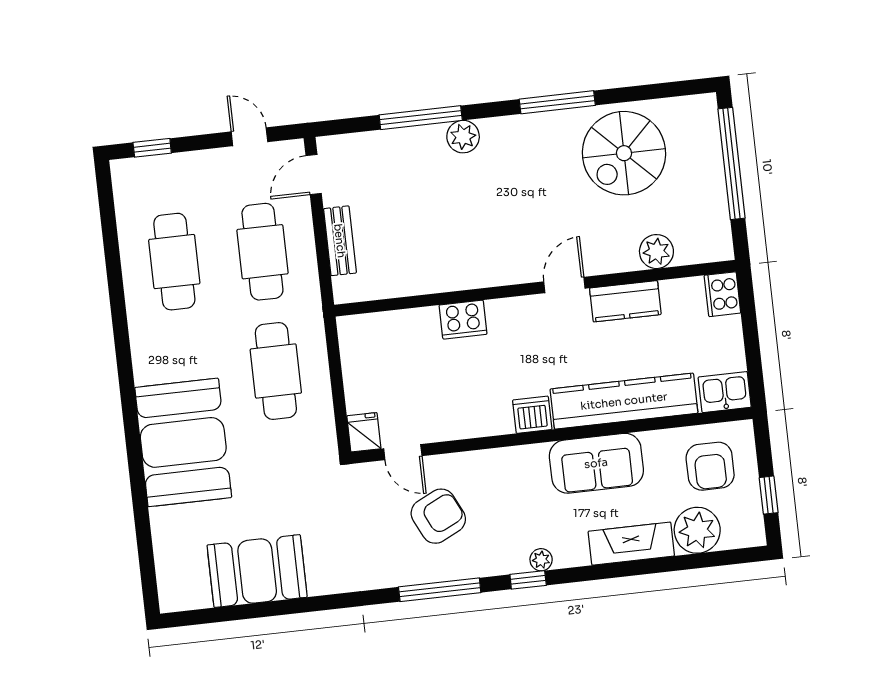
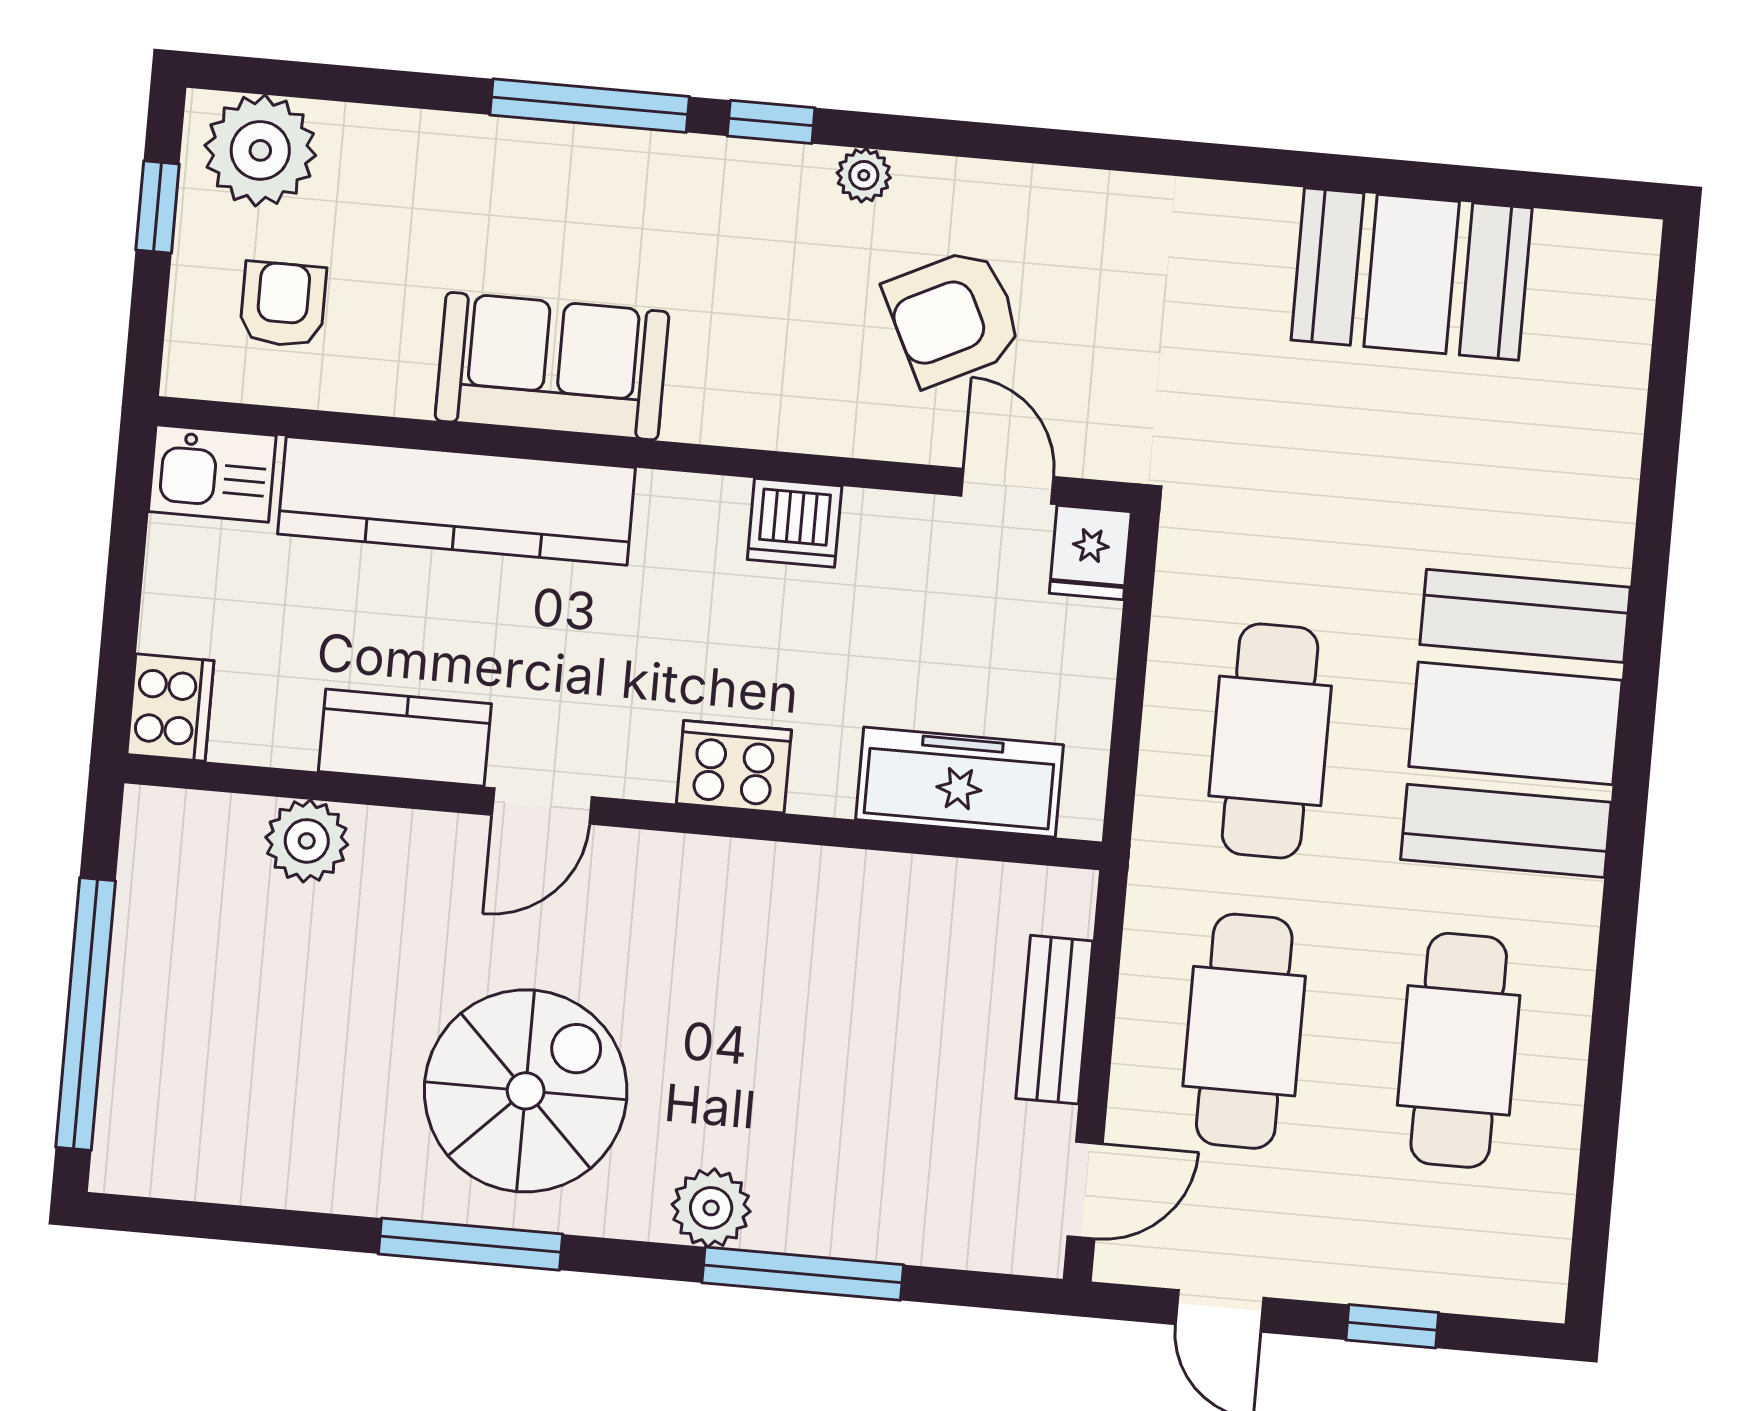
window: (152, 148) -> (1392, 1326), moved
spiral stairs: (624, 153) -> (526, 1091), moved
cooker: (463, 320) -> (734, 767), moved
freezer: (398, 329) -> (959, 782), added
dishwasher: (532, 415) -> (795, 523), moved
booth: (183, 442) -> (1516, 723), moved
armchair: (710, 466) -> (283, 304), width x0.72, depth x0.72
plant: (697, 530) -> (260, 150), moved
fireplace: (631, 544) -> (508, 158), removed
plant: (541, 560) -> (864, 175), moved
window: (440, 590) -> (590, 106), moved

